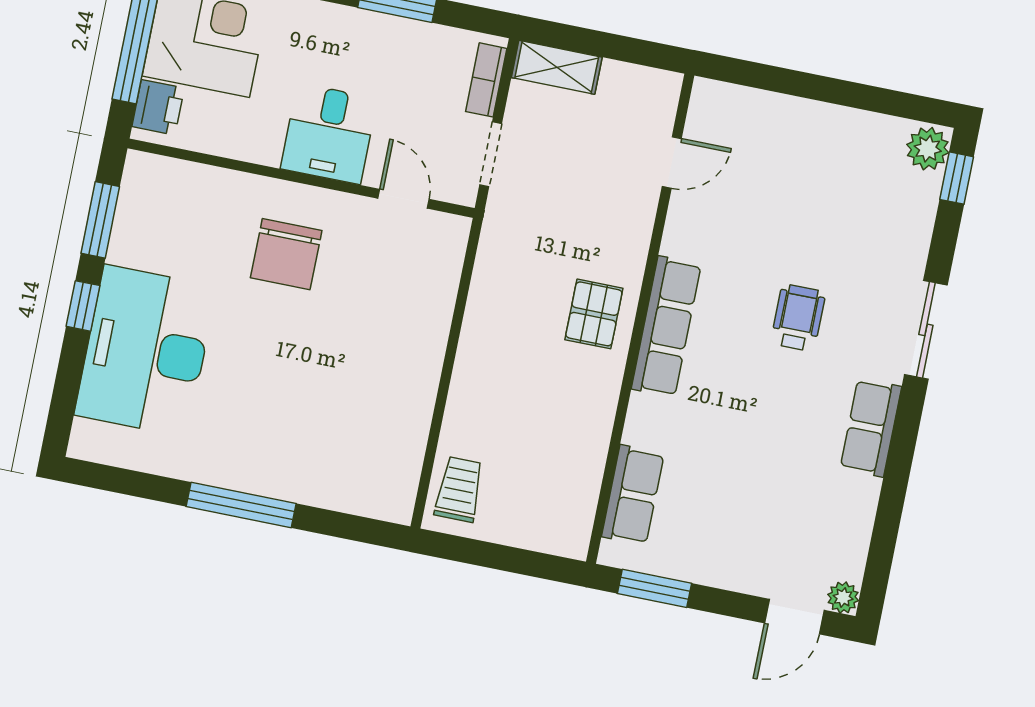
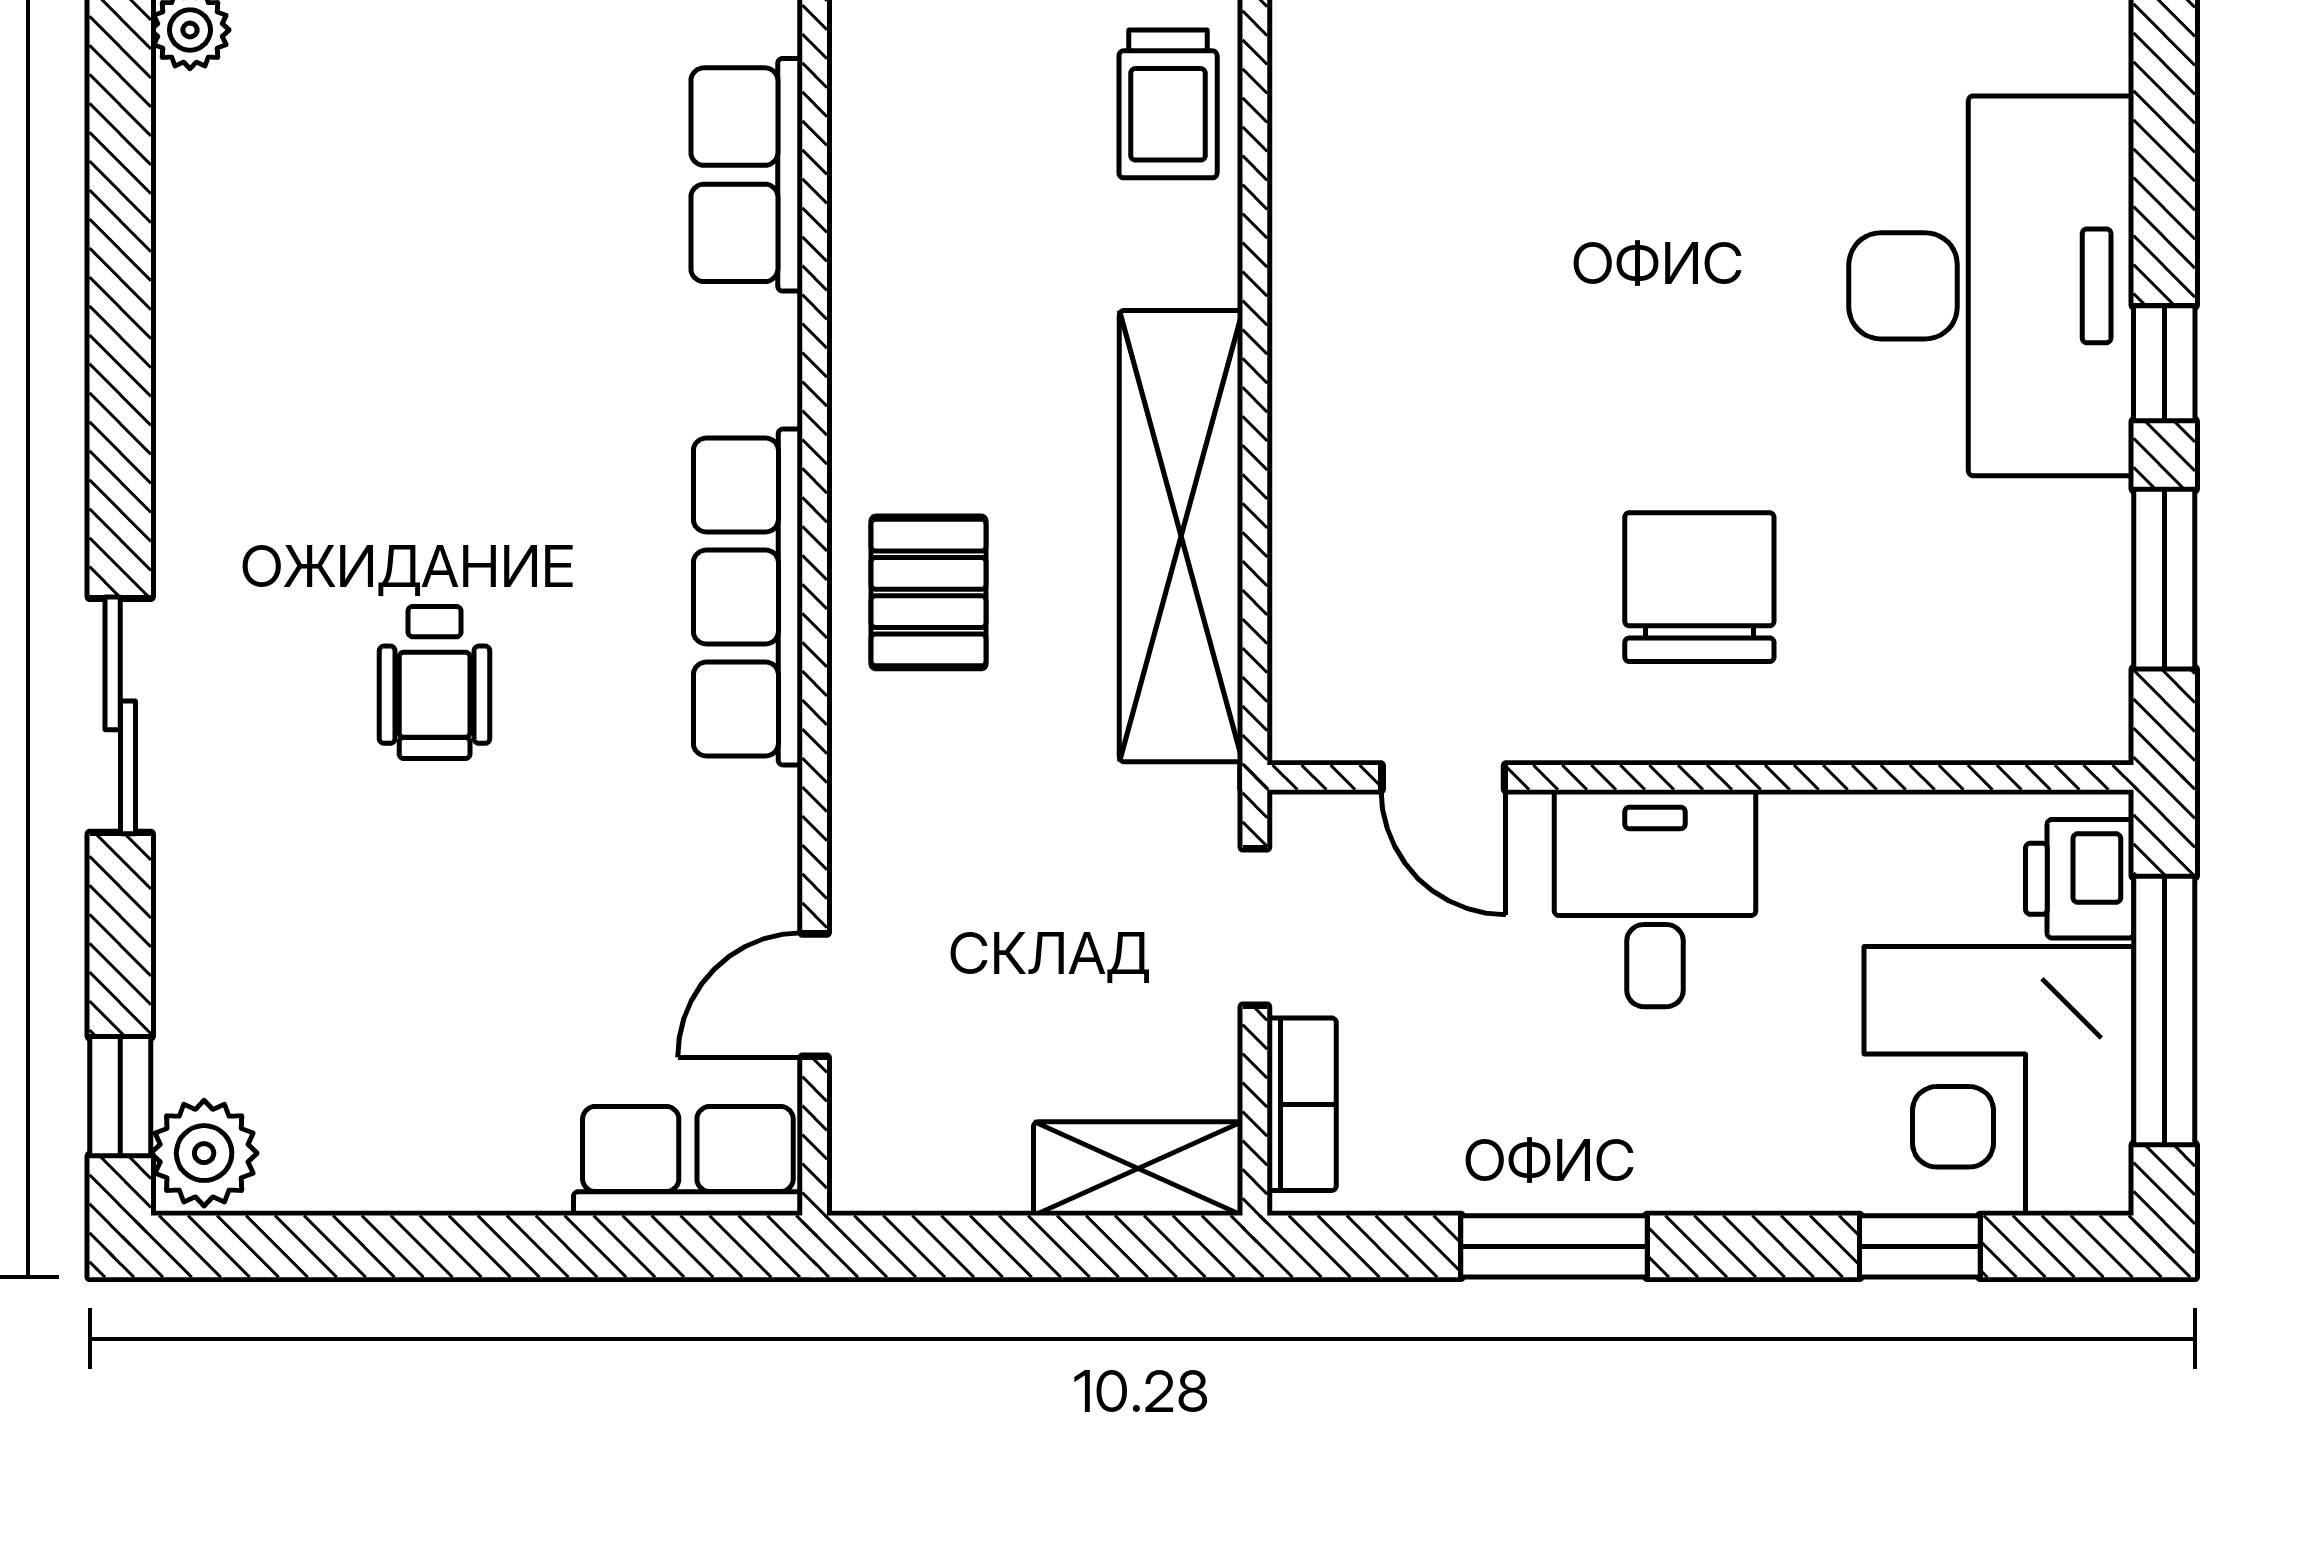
shelving: (489, 316) -> (1181, 536), added
row of seats: (871, 428) -> (688, 1161), moved, turned -90

